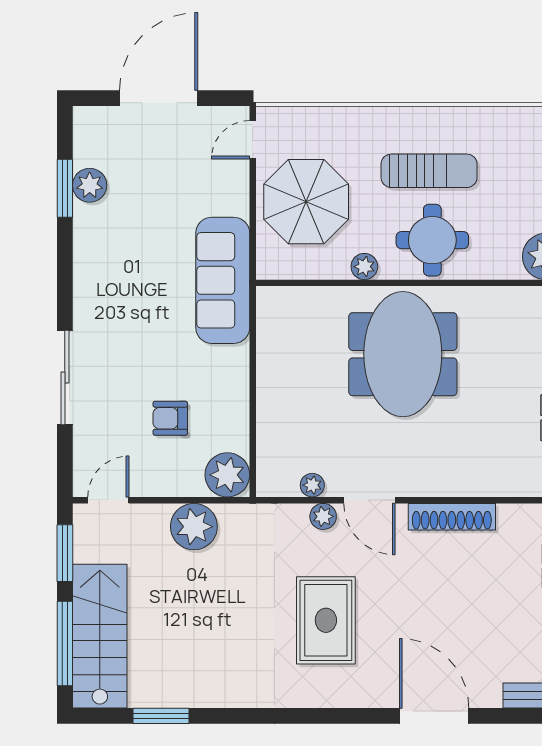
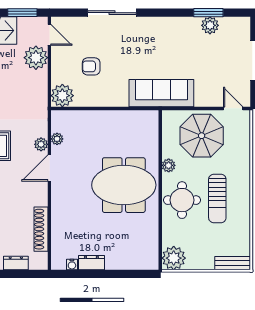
armchair: (170, 418) -> (91, 66), turned -90
shoe rack: (452, 517) -> (41, 229), moved
plant: (194, 527) -> (36, 58), moved

